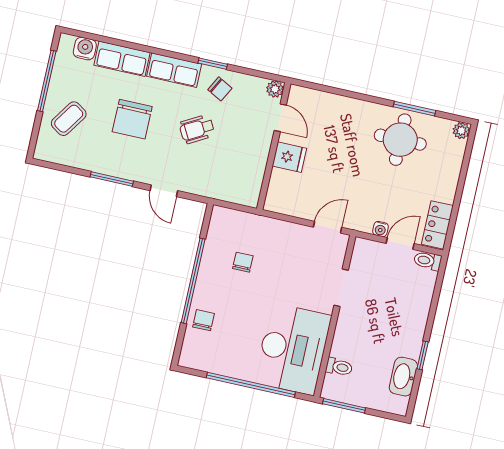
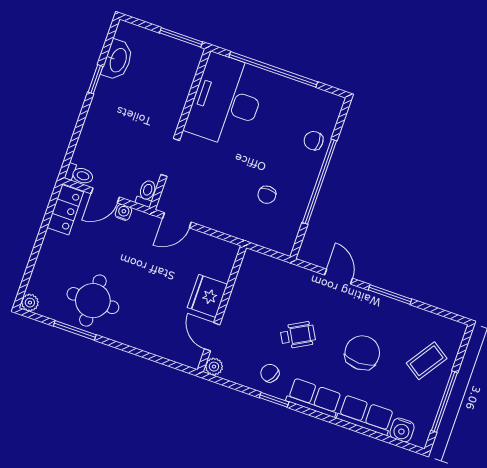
fridge: (289, 157) -> (207, 296), width x1.38
chair: (203, 320) -> (314, 141), turned 90
toilet: (339, 367) -> (146, 193), moved, turned 90

